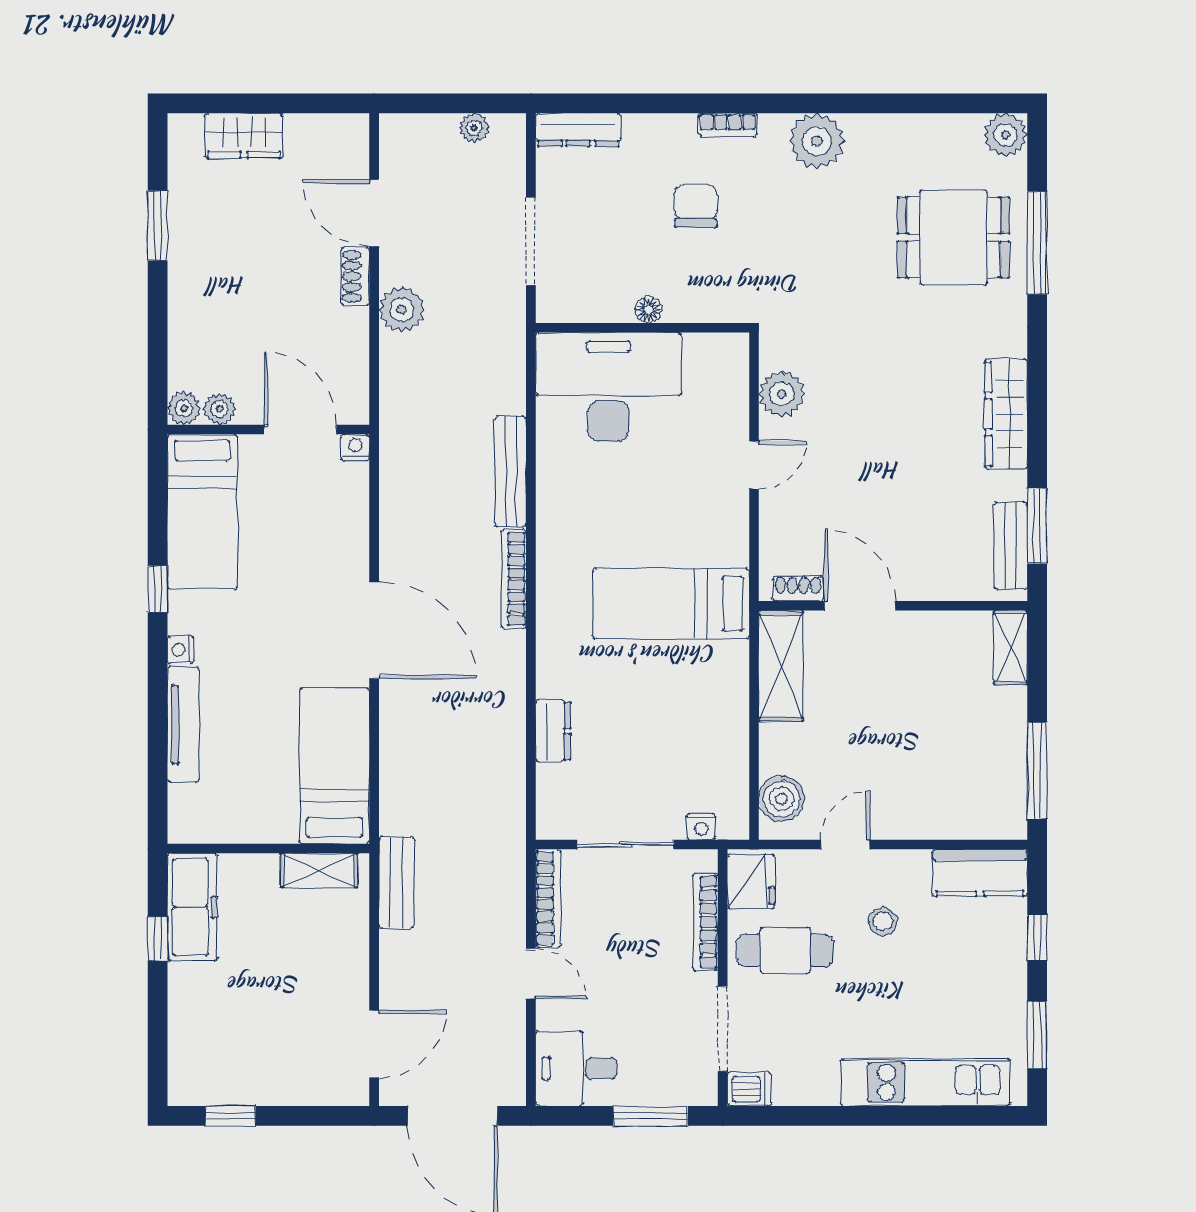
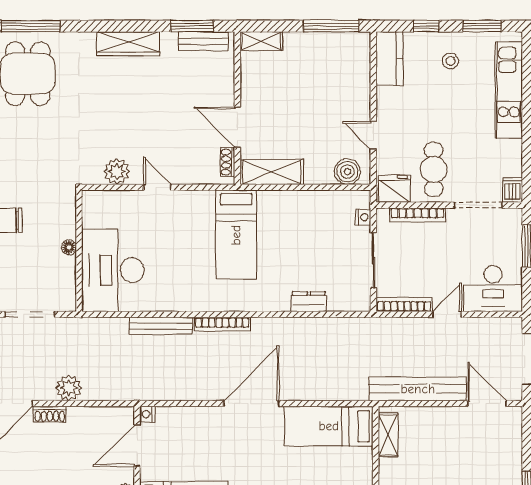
door: (860, 606) -> (237, 127), hinge flipped
bench: (396, 883) -> (418, 389), width x1.86, depth x1.21
stool: (883, 921) -> (451, 61), moved
desk: (576, 1068) -> (493, 289), width x1.37

